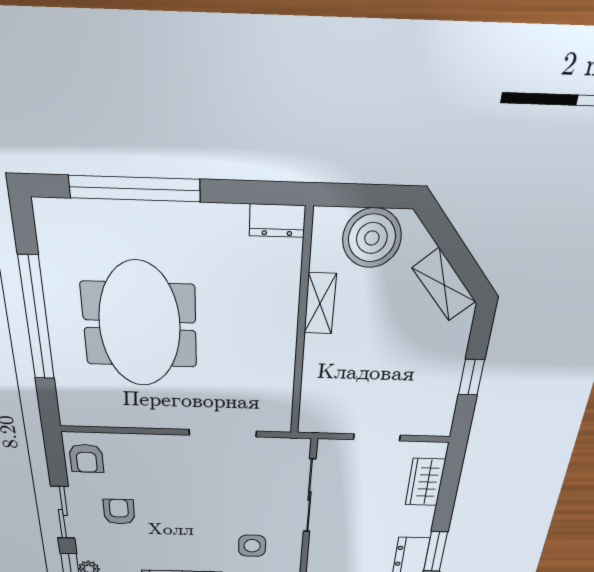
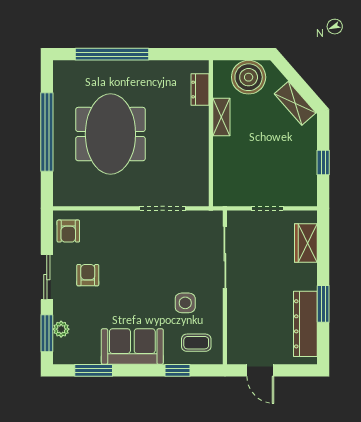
dresser: (277, 221) -> (200, 90), moved, turned 90

